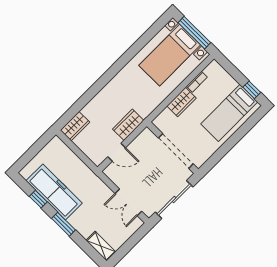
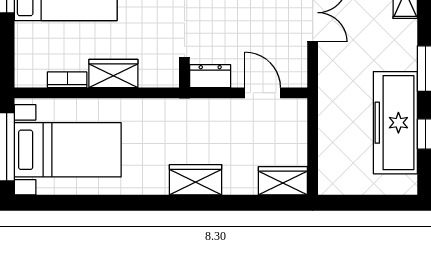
wardrobe: (128, 125) -> (196, 180), moved, turned 180
dresser: (143, 138) -> (210, 76), added

